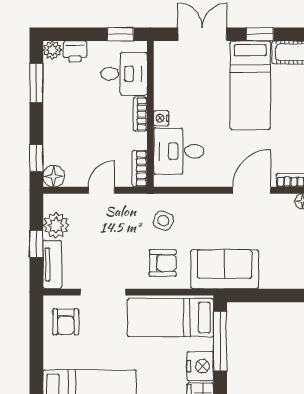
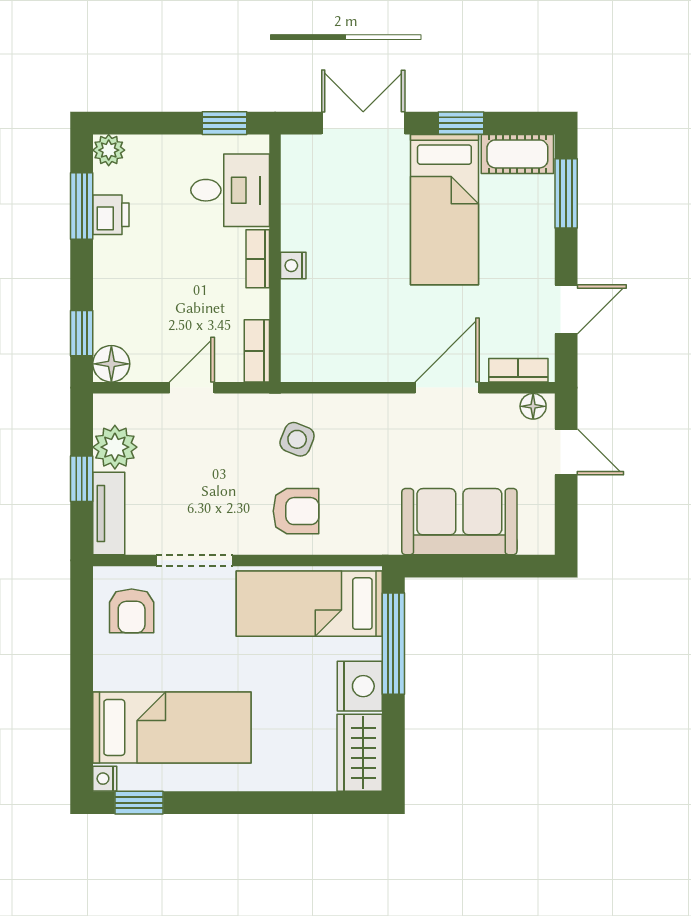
printer: (75, 51) -> (111, 215), moved, turned -90
desk: (179, 151) -> (323, 321), removed
sofa: (225, 269) -> (459, 522), moved

